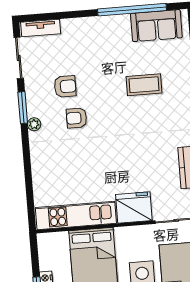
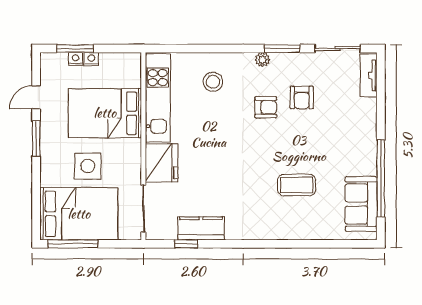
coffee table: (144, 85) -> (297, 185), turned 90
armchair: (77, 118) -> (266, 107), turned 90
stool: (57, 167) -> (213, 82), added

